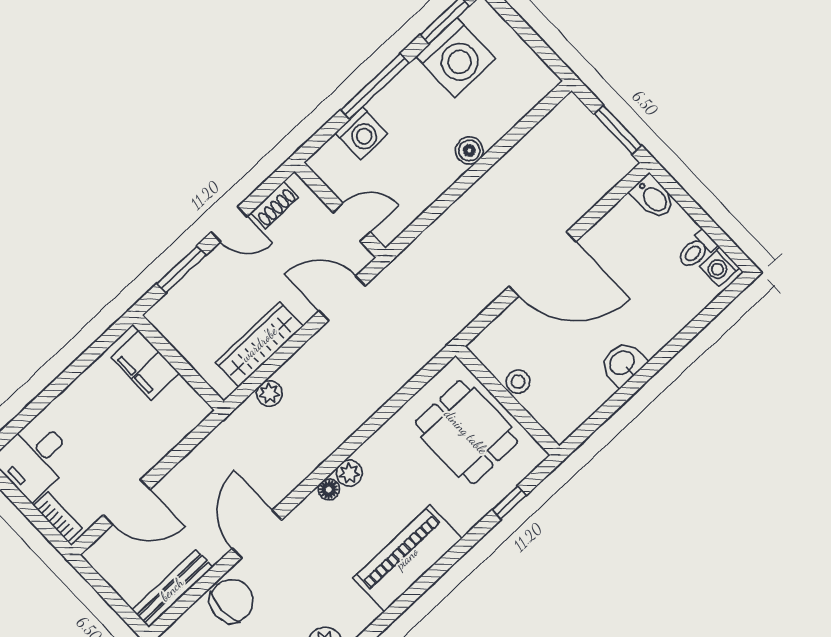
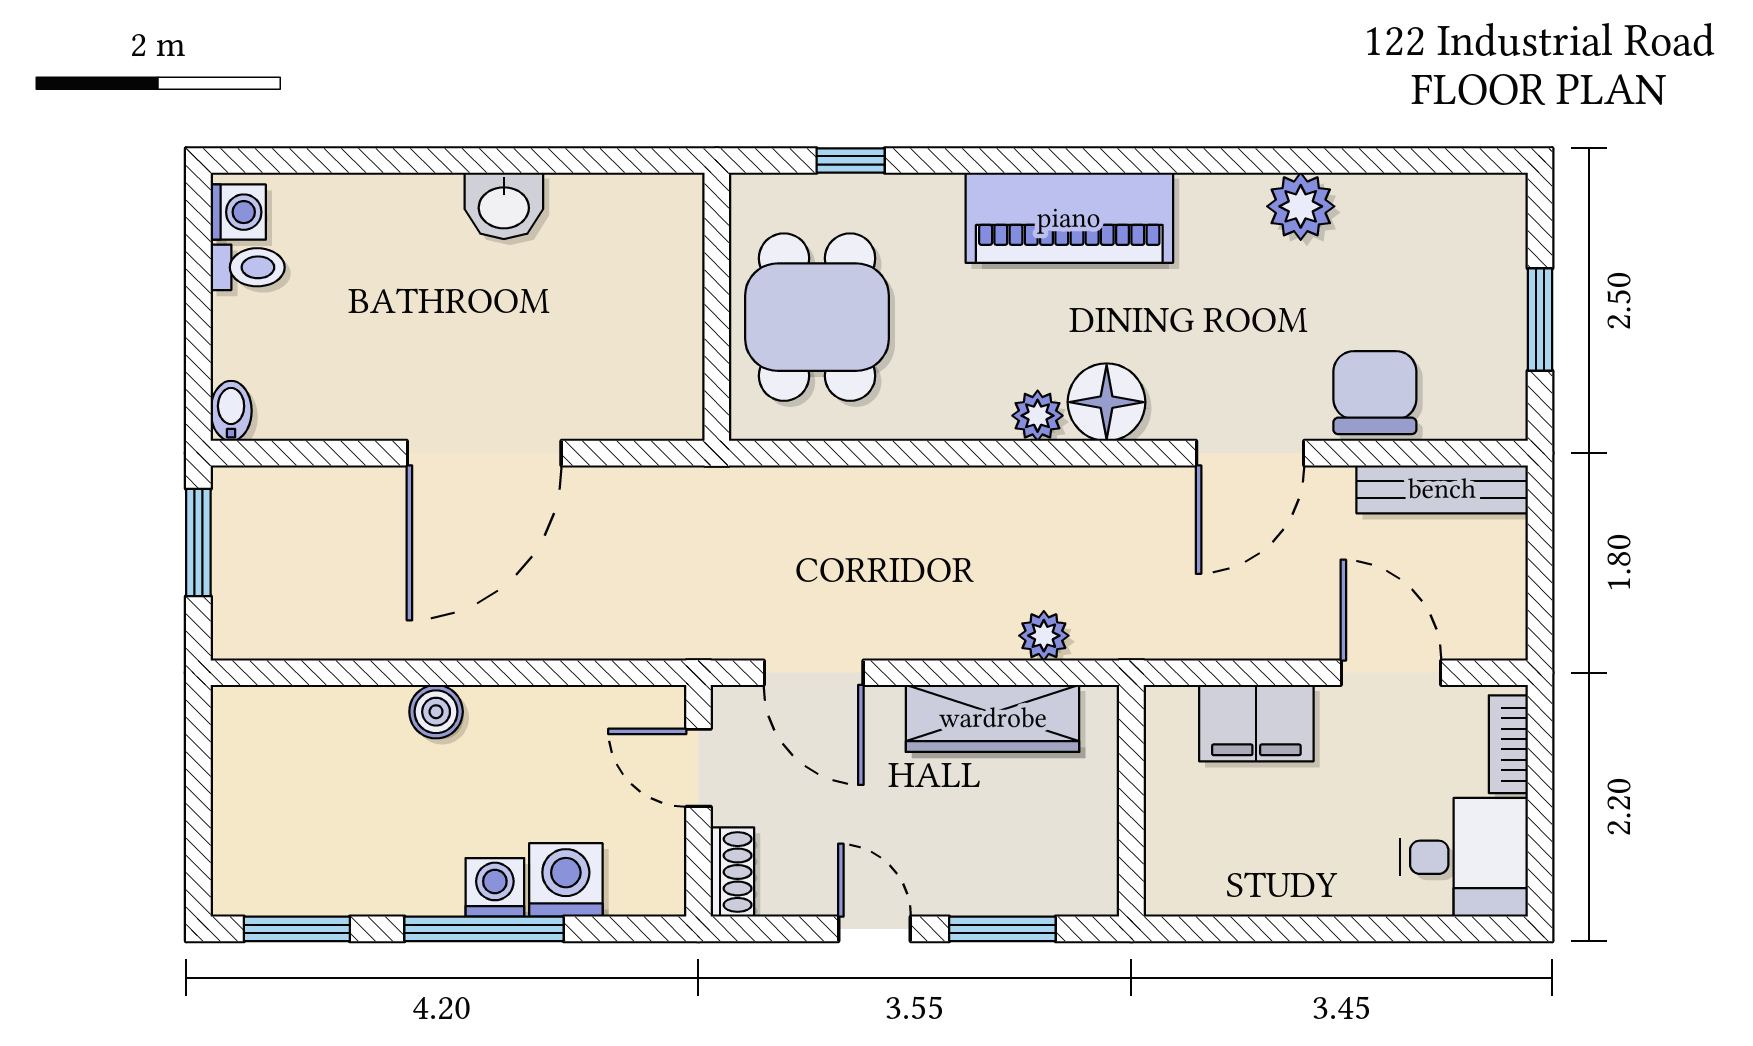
washing machine: (456, 58) -> (495, 887), moved, width x0.53, depth x0.53
bidet: (653, 197) -> (231, 411), width x0.72, depth x0.74
shoe rack: (275, 205) -> (732, 872), moved, turned 90
door: (543, 264) -> (484, 453), swing flipped
filing cabinet: (145, 365) -> (1256, 723), moved, turned 90
stool: (518, 382) -> (676, 320), removed
floor lamp: (329, 489) -> (1107, 402), width x1.89, depth x1.89
chair: (232, 601) -> (1375, 393), turned 90

